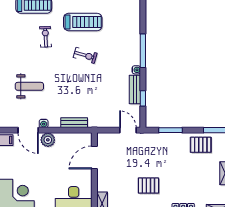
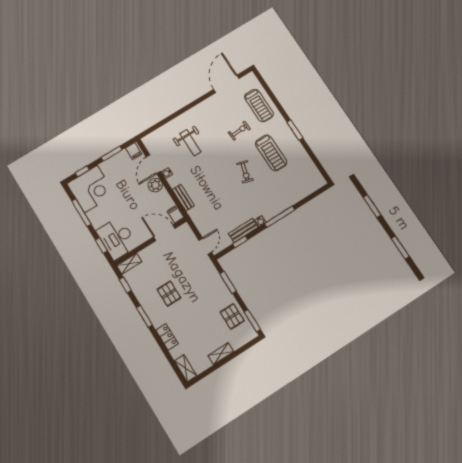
filing cabinet: (84, 138) -> (176, 214), added

